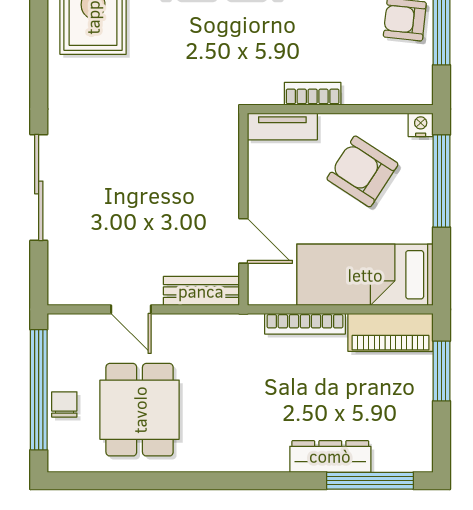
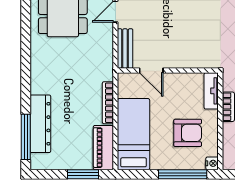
armchair: (362, 171) -> (188, 133), turned 57
door: (243, 241) -> (151, 71), hinge flipped
dresser: (330, 456) -> (40, 124), width x1.37, depth x1.24

